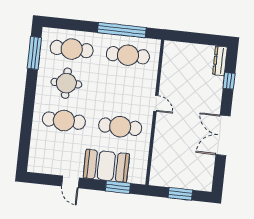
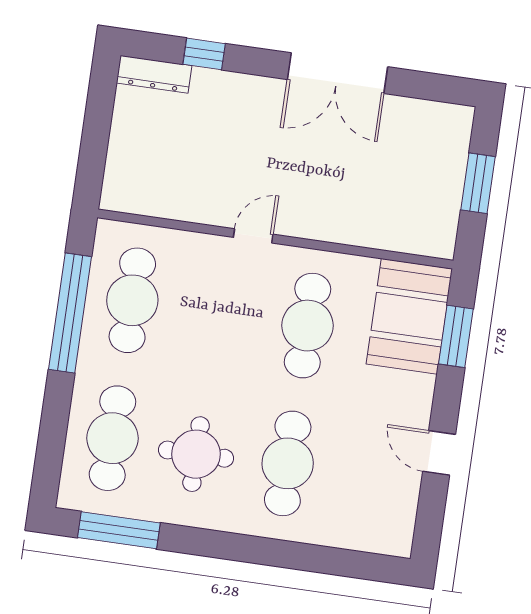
booth: (106, 166) -> (409, 316), moved
door: (70, 182) -> (439, 453), swing flipped

